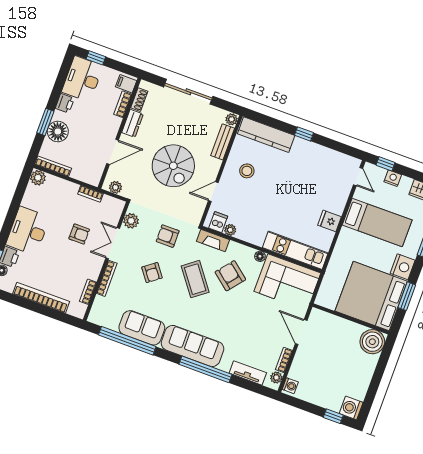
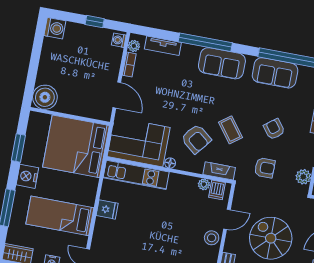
stool: (247, 171) -> (212, 238), moved
coffee table: (195, 279) -> (230, 130), width x0.73, depth x0.77
bed: (371, 296) -> (76, 146), moved, turned 180
sofa: (193, 346) -> (222, 63), width x0.73
window: (333, 416) -> (95, 22), moved

